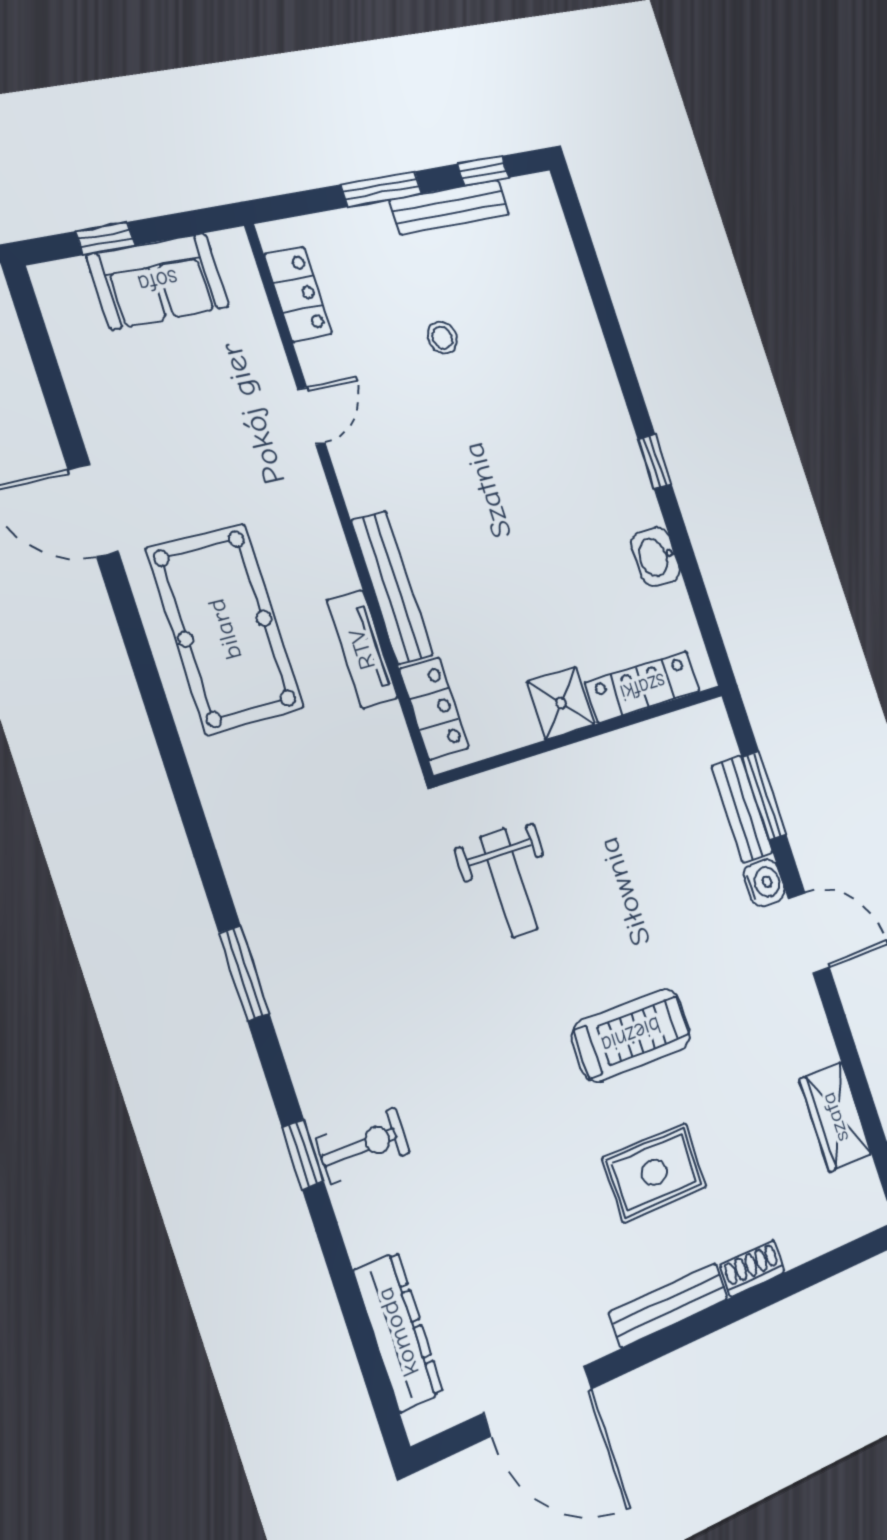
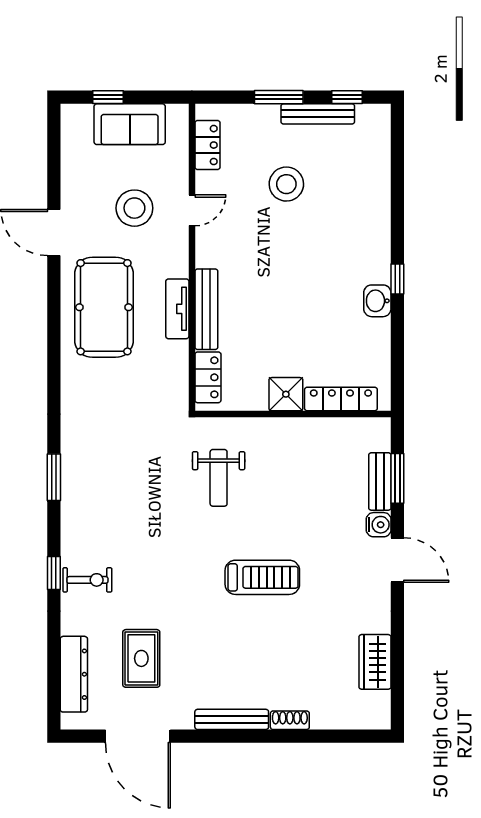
stool: (442, 338) -> (286, 184), width x1.89, depth x1.89
stool: (216, 433) -> (134, 208), added
washbasin: (656, 557) -> (377, 301), moved
tv unit: (362, 649) -> (177, 309), moved
rug: (654, 1172) -> (141, 658), moved, turned 90

